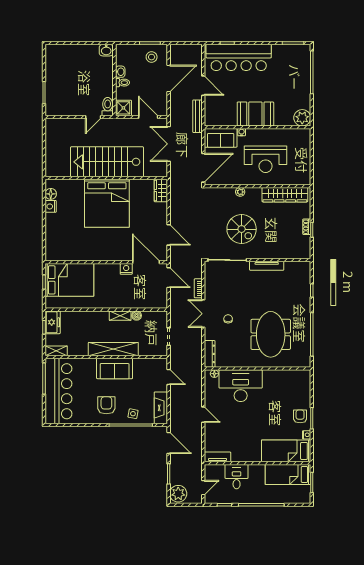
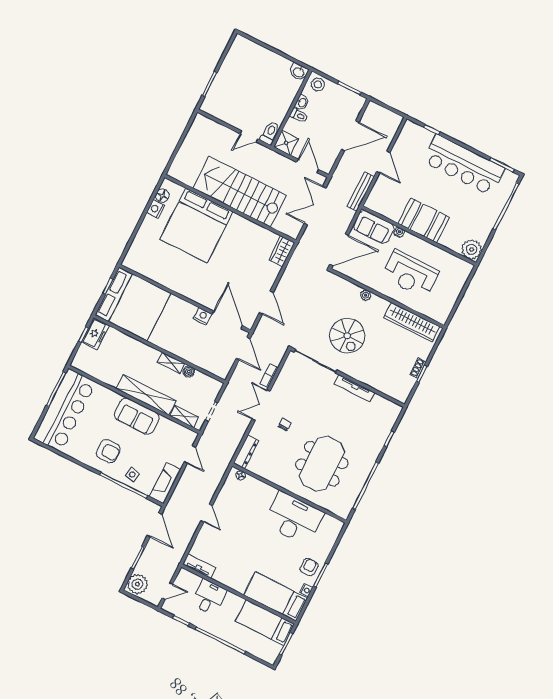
stool: (152, 57) -> (318, 85), moved
bar counter: (239, 57) -> (464, 165), moved
bed: (107, 203) -> (196, 225), moved
bed: (69, 280) -> (133, 304), width x1.36
shelving: (56, 351) -> (184, 417), moved
desk: (241, 386) -> (294, 518), moved
armchair: (106, 405) -> (108, 451), turned 90

